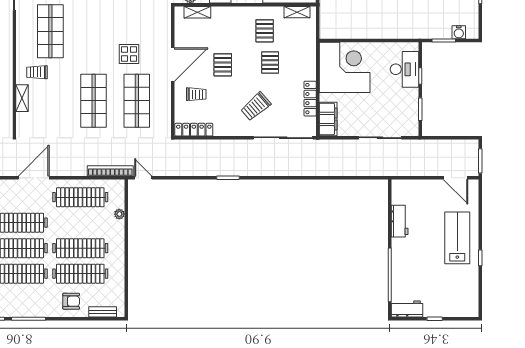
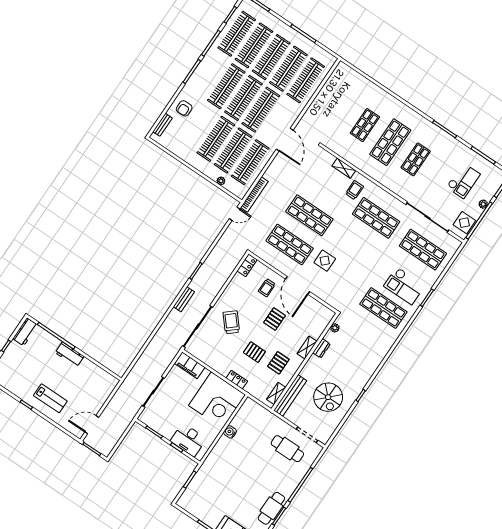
shelving: (197, 12) -> (307, 348), moved
pallet: (265, 31) -> (278, 363), turned 90
water cooler: (459, 32) -> (230, 432), moved
pallet: (223, 65) -> (275, 319), turned 90
locker: (310, 99) -> (237, 380), moved, width x0.66
locker: (194, 130) -> (247, 265), width x0.66
bench: (265, 170) -> (184, 299), added
workbench: (400, 221) -> (70, 354), moved
lab bench: (457, 238) -> (50, 398), width x0.73, depth x0.72
clothes rail: (80, 274) -> (233, 150), moved

